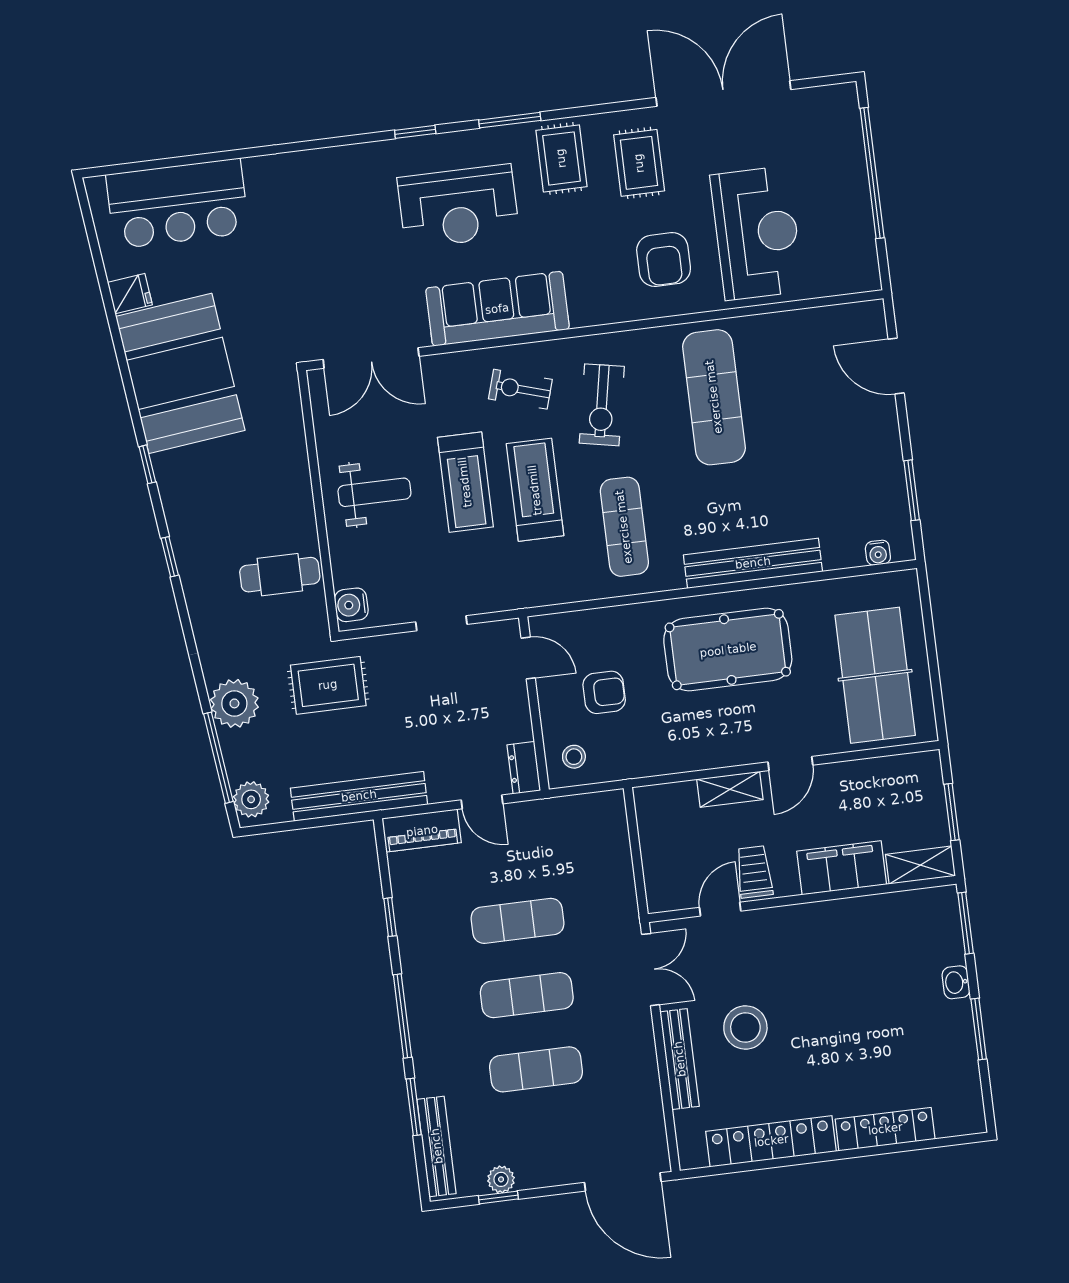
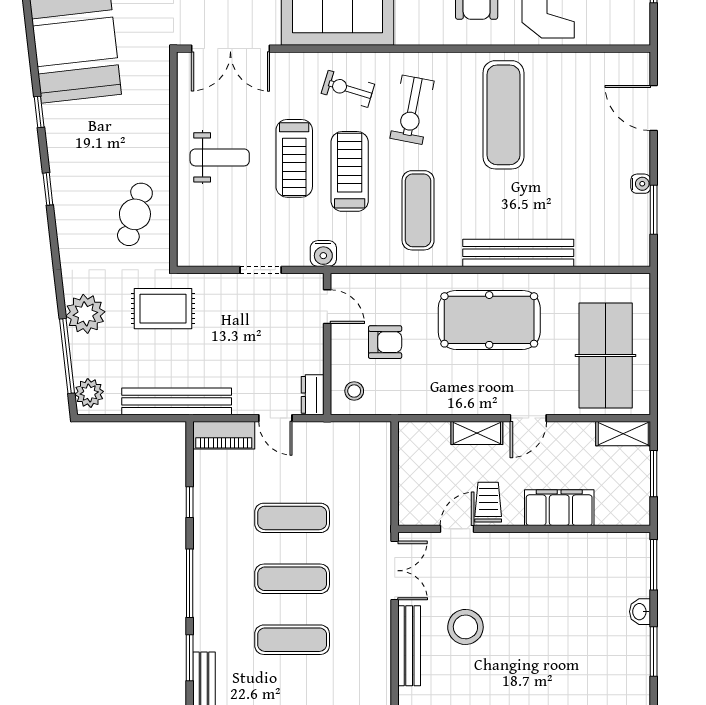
water cooler: (878, 553) -> (641, 184), moved, turned -90
cafe table: (280, 575) -> (135, 214), turned -73
water cooler: (351, 605) -> (323, 254), moved, turned -90
shelving: (921, 865) -> (623, 434), moved

